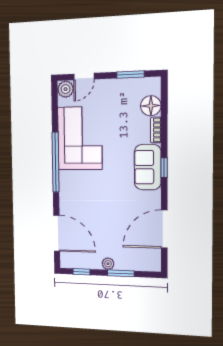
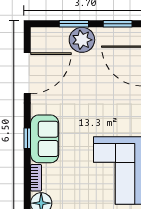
plant: (108, 264) -> (82, 40), width x1.88, depth x1.88
window: (81, 272) -> (118, 24), width x1.50

